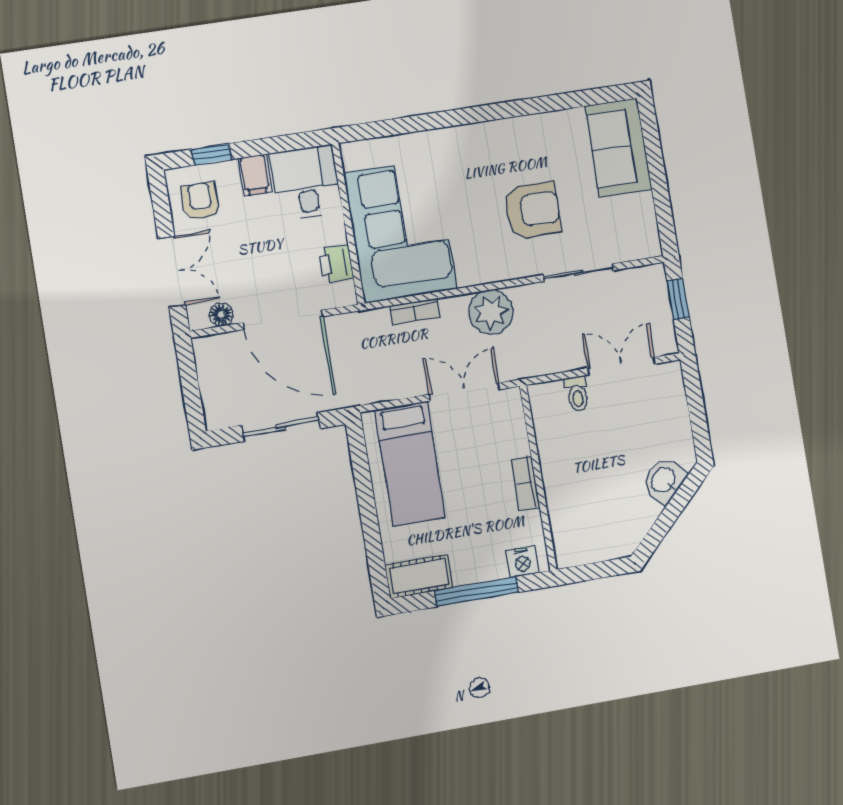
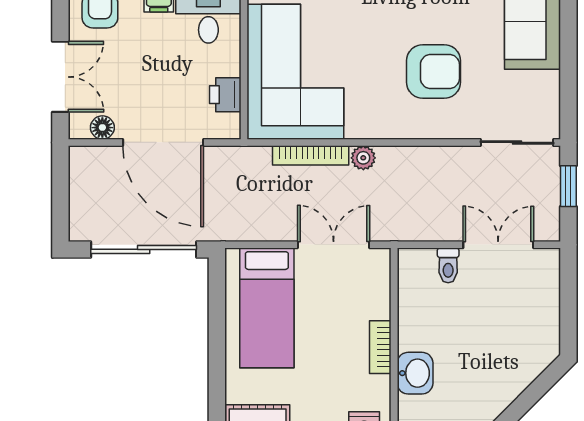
sliding door: (578, 273) -> (517, 142), moved
bookcase: (415, 311) -> (311, 155), width x1.56
plant: (491, 312) -> (363, 158), width x0.53, depth x0.53
sliding door: (281, 427) -> (144, 249), width x1.37
washbasin: (664, 481) -> (415, 373), moved, turned 135

